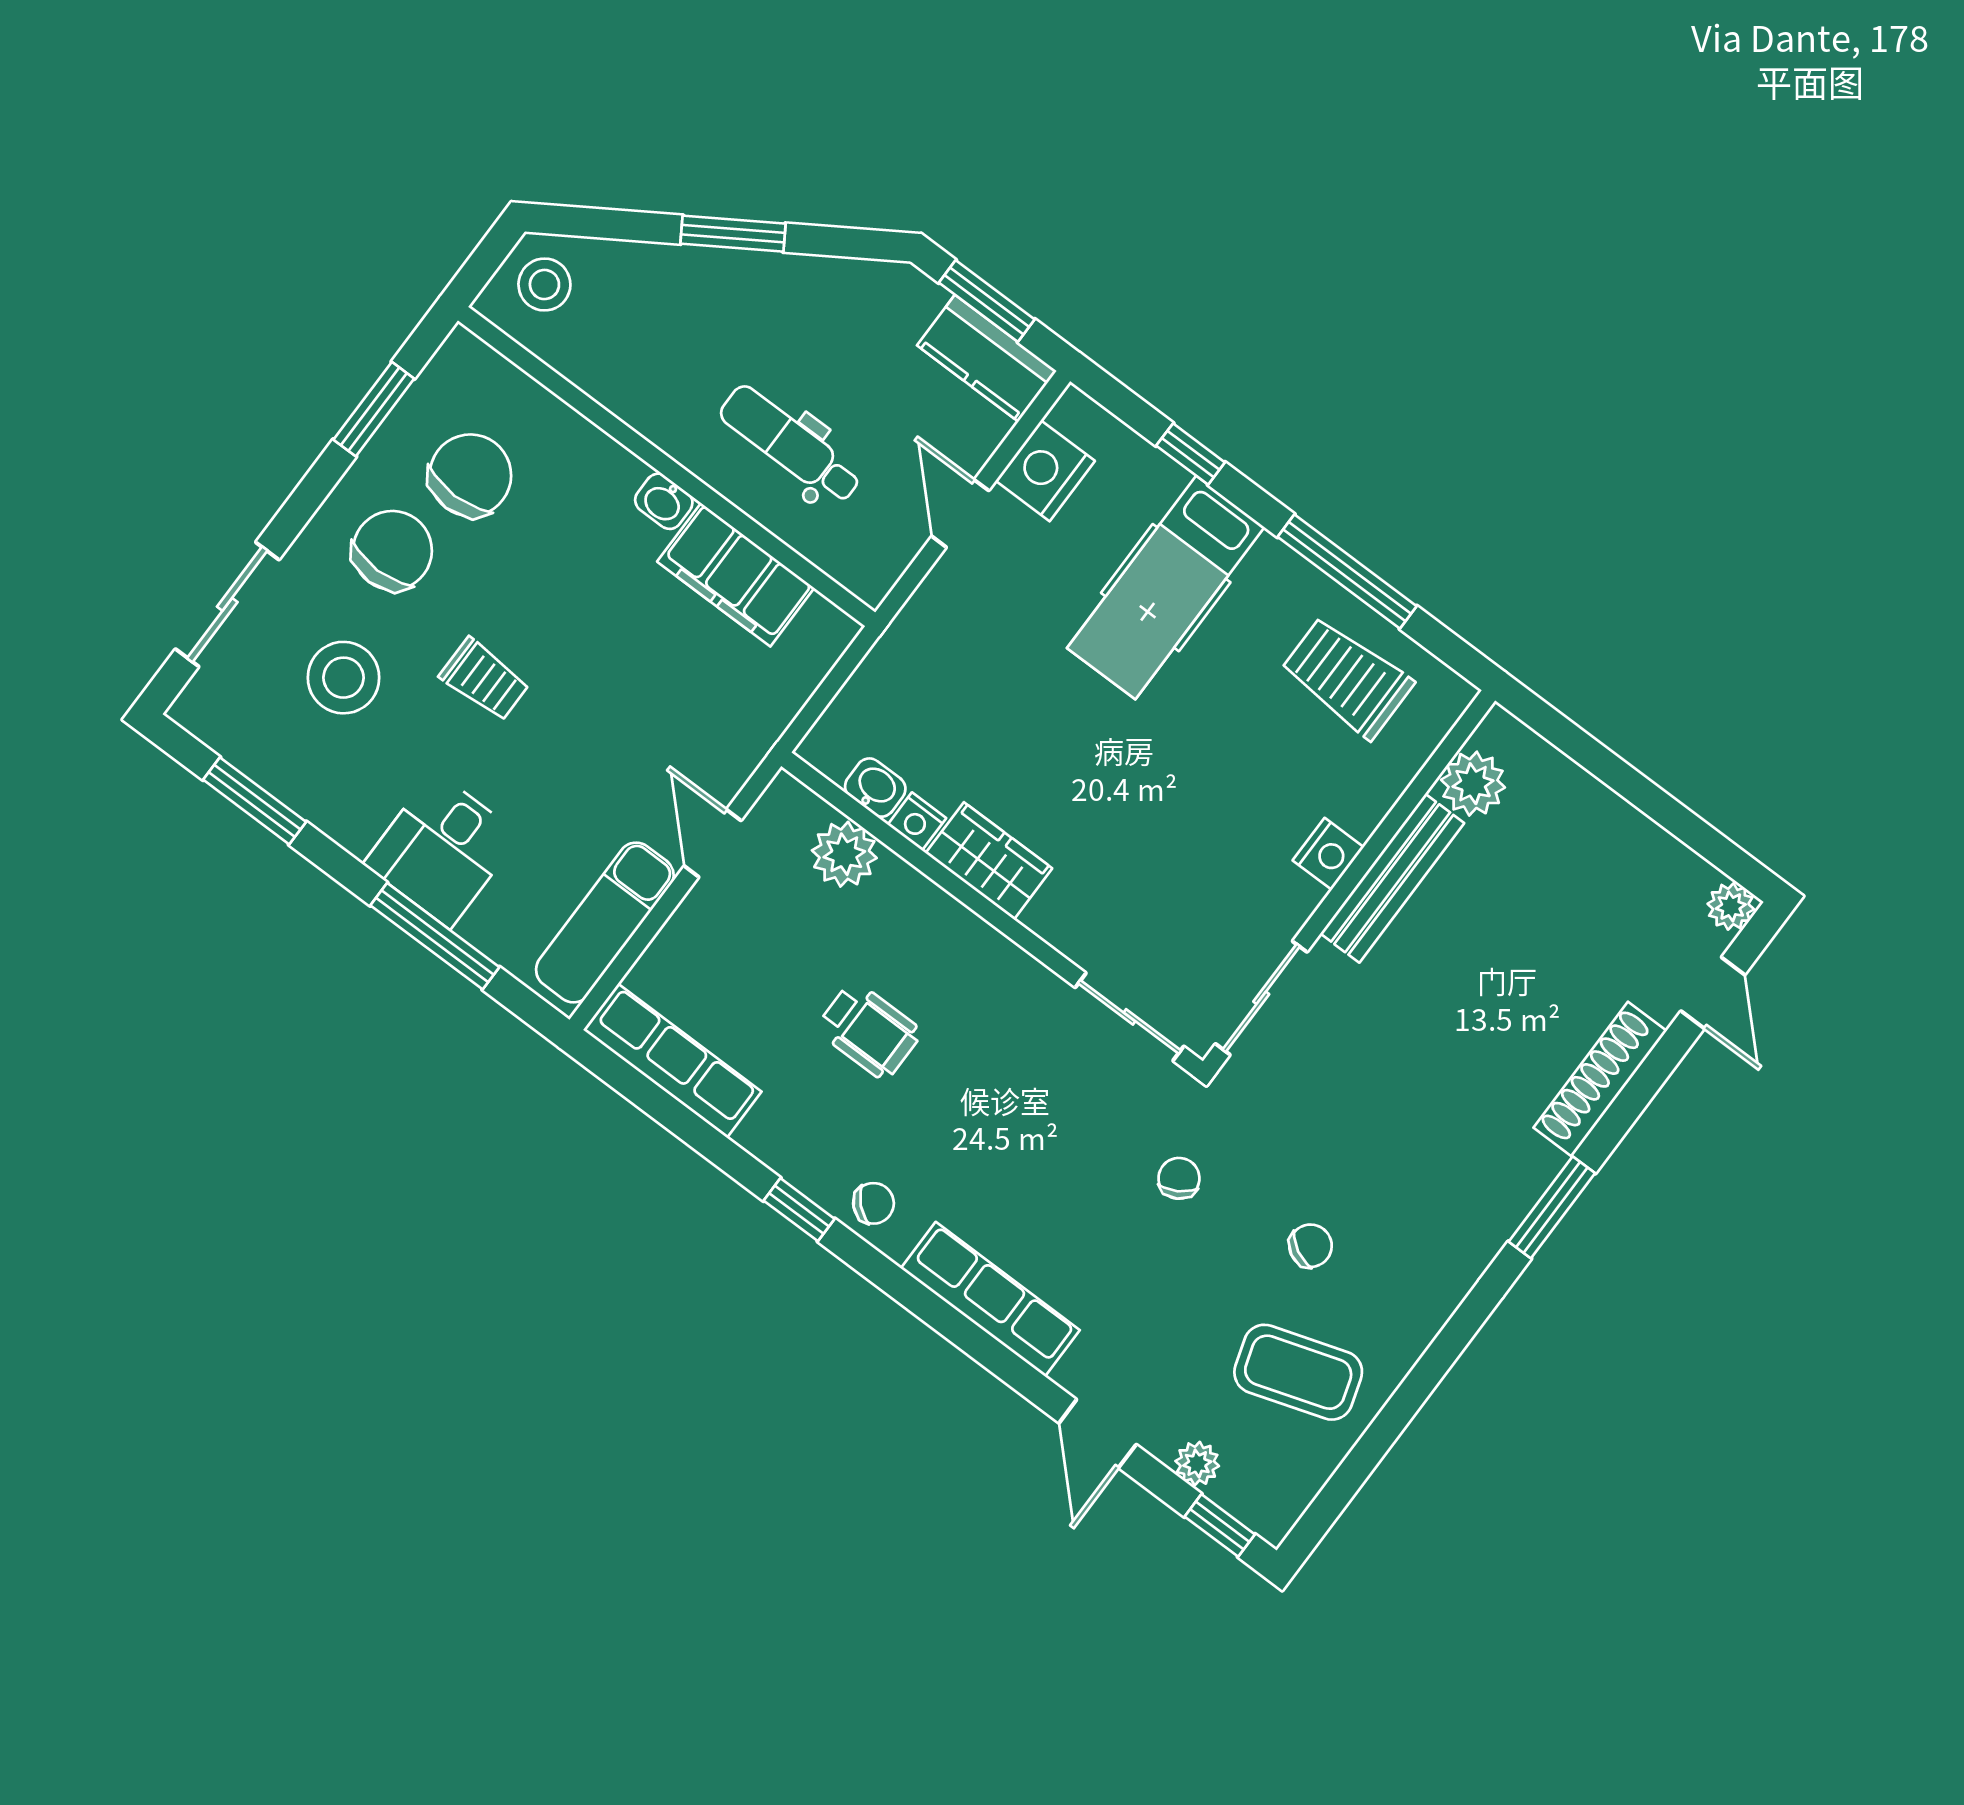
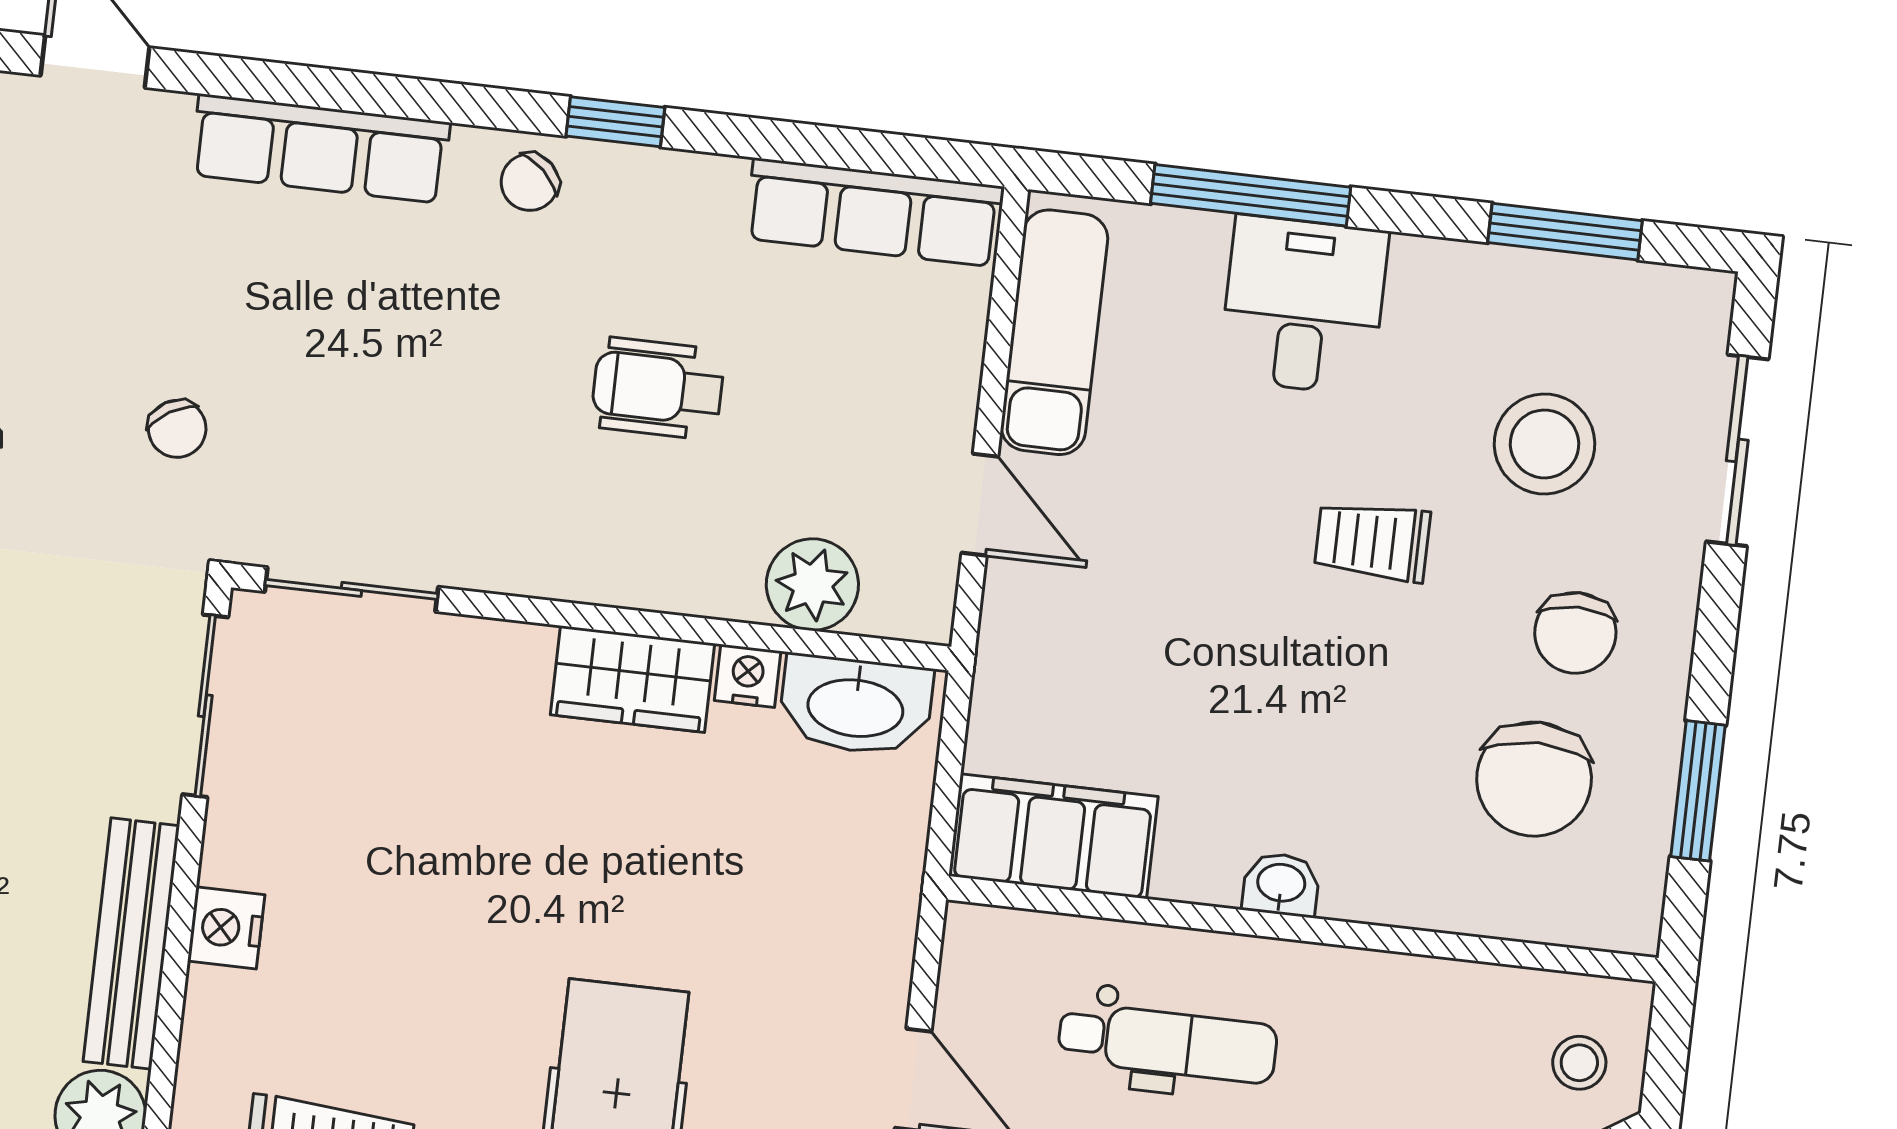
stool: (544, 285) -> (1579, 1063), width x0.73, depth x0.73
chair: (392, 550) -> (1575, 633), width x0.73, depth x0.73
filing cabinet: (736, 575) -> (1053, 836), moved
washbasin: (875, 788) -> (856, 705), width x1.91, depth x1.45

